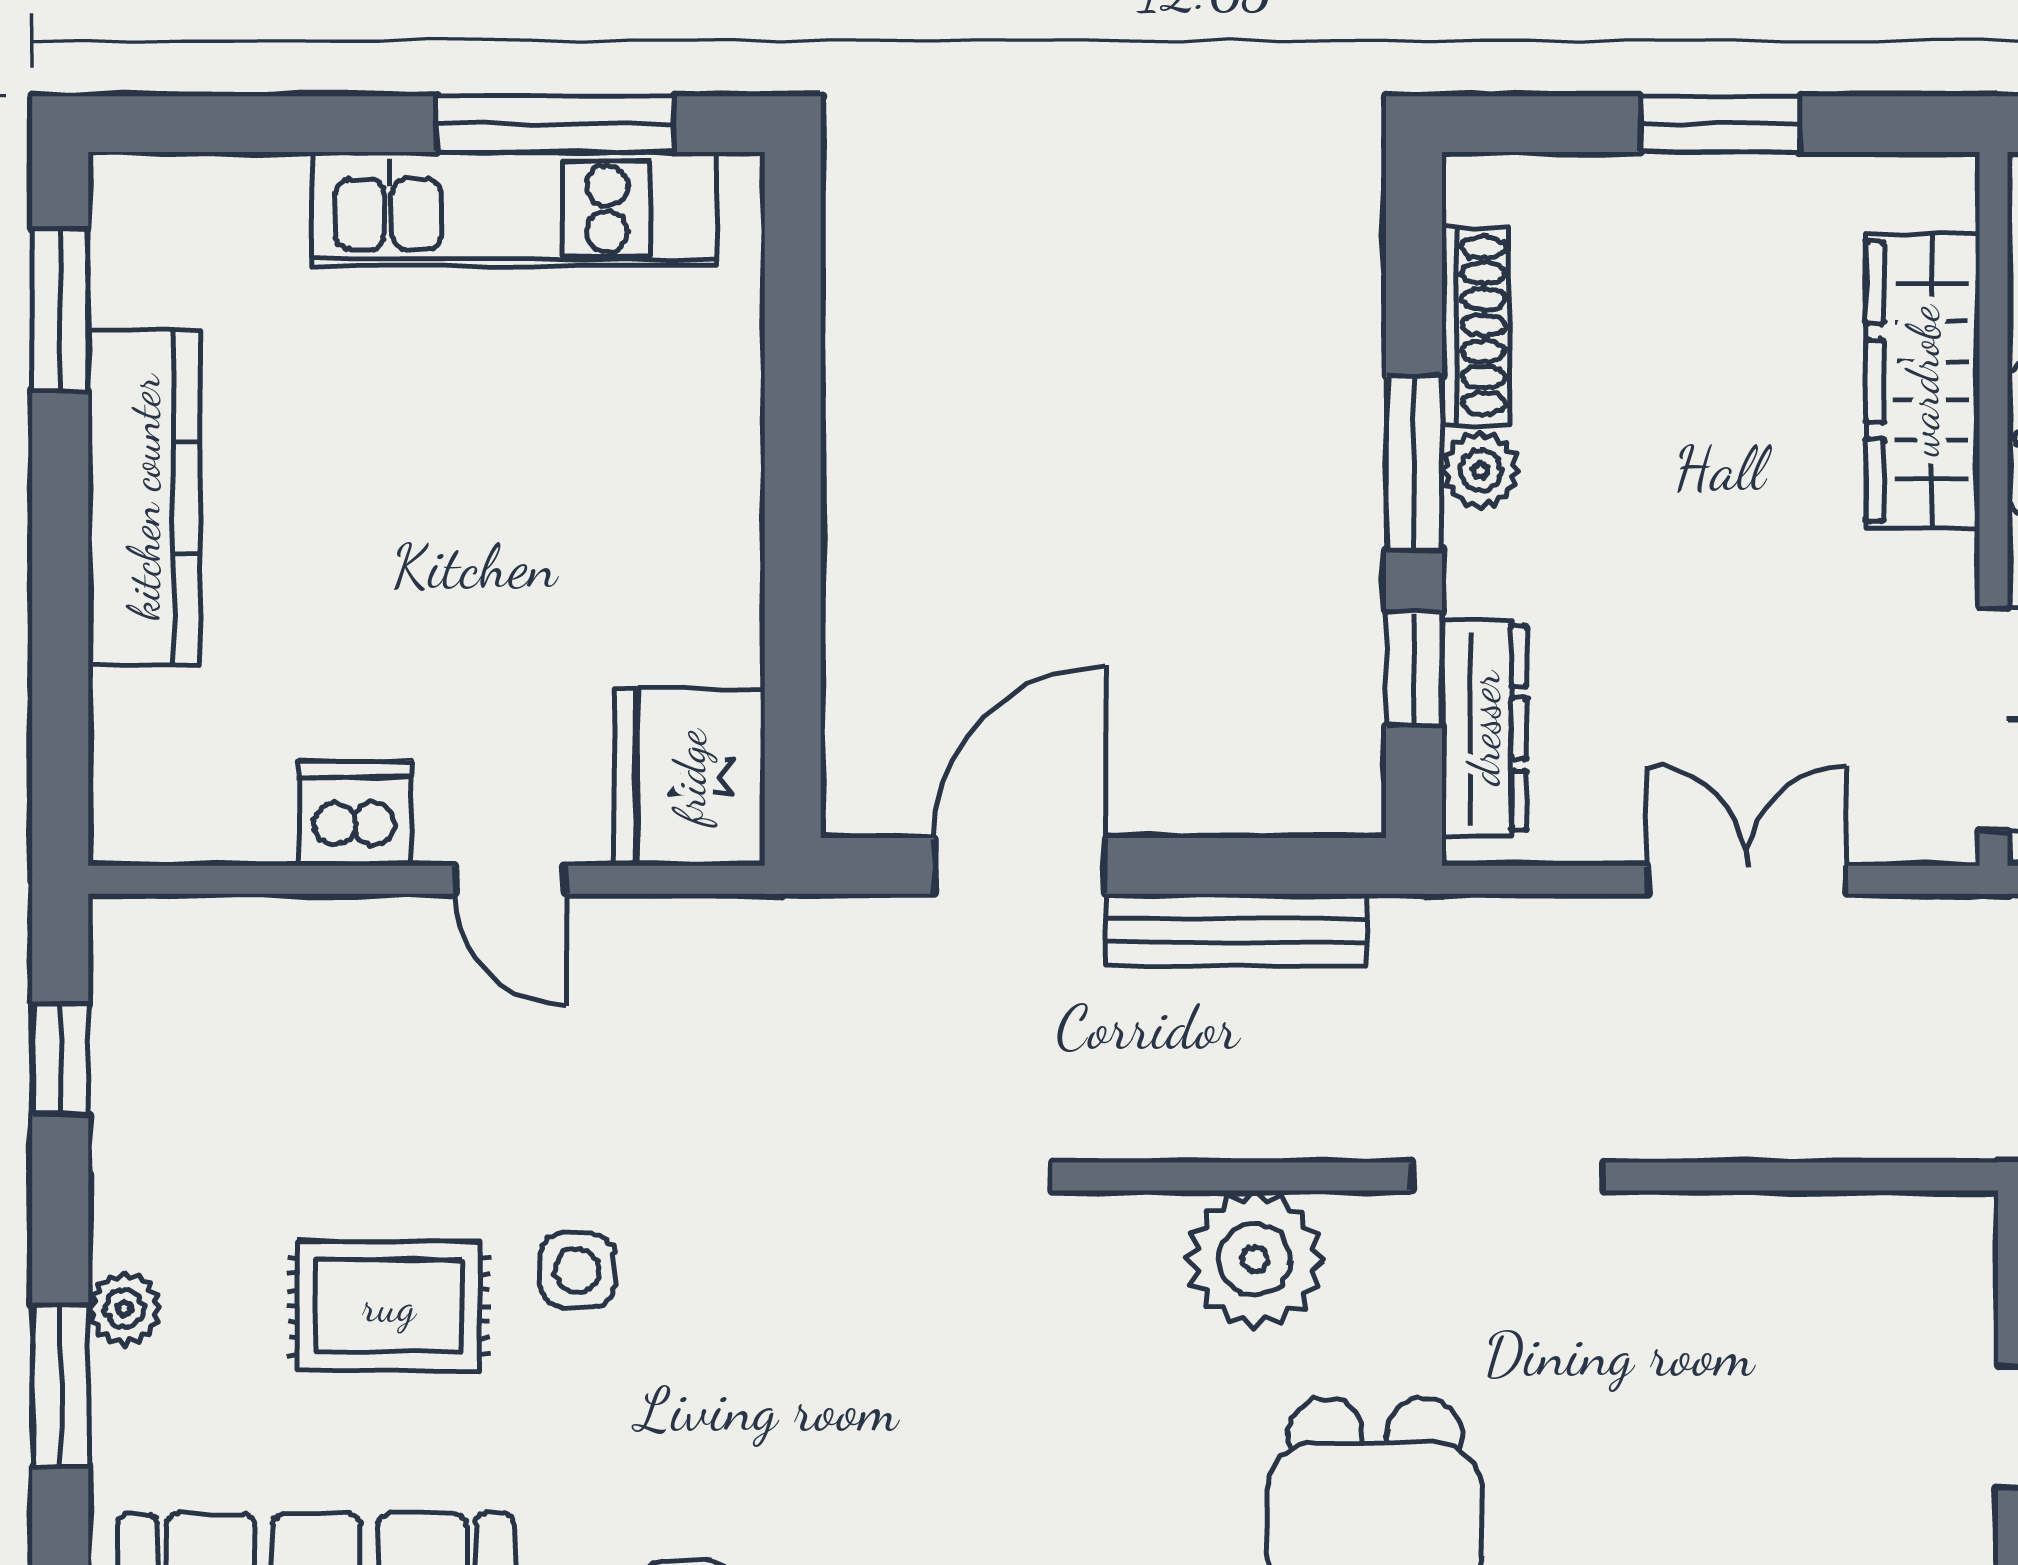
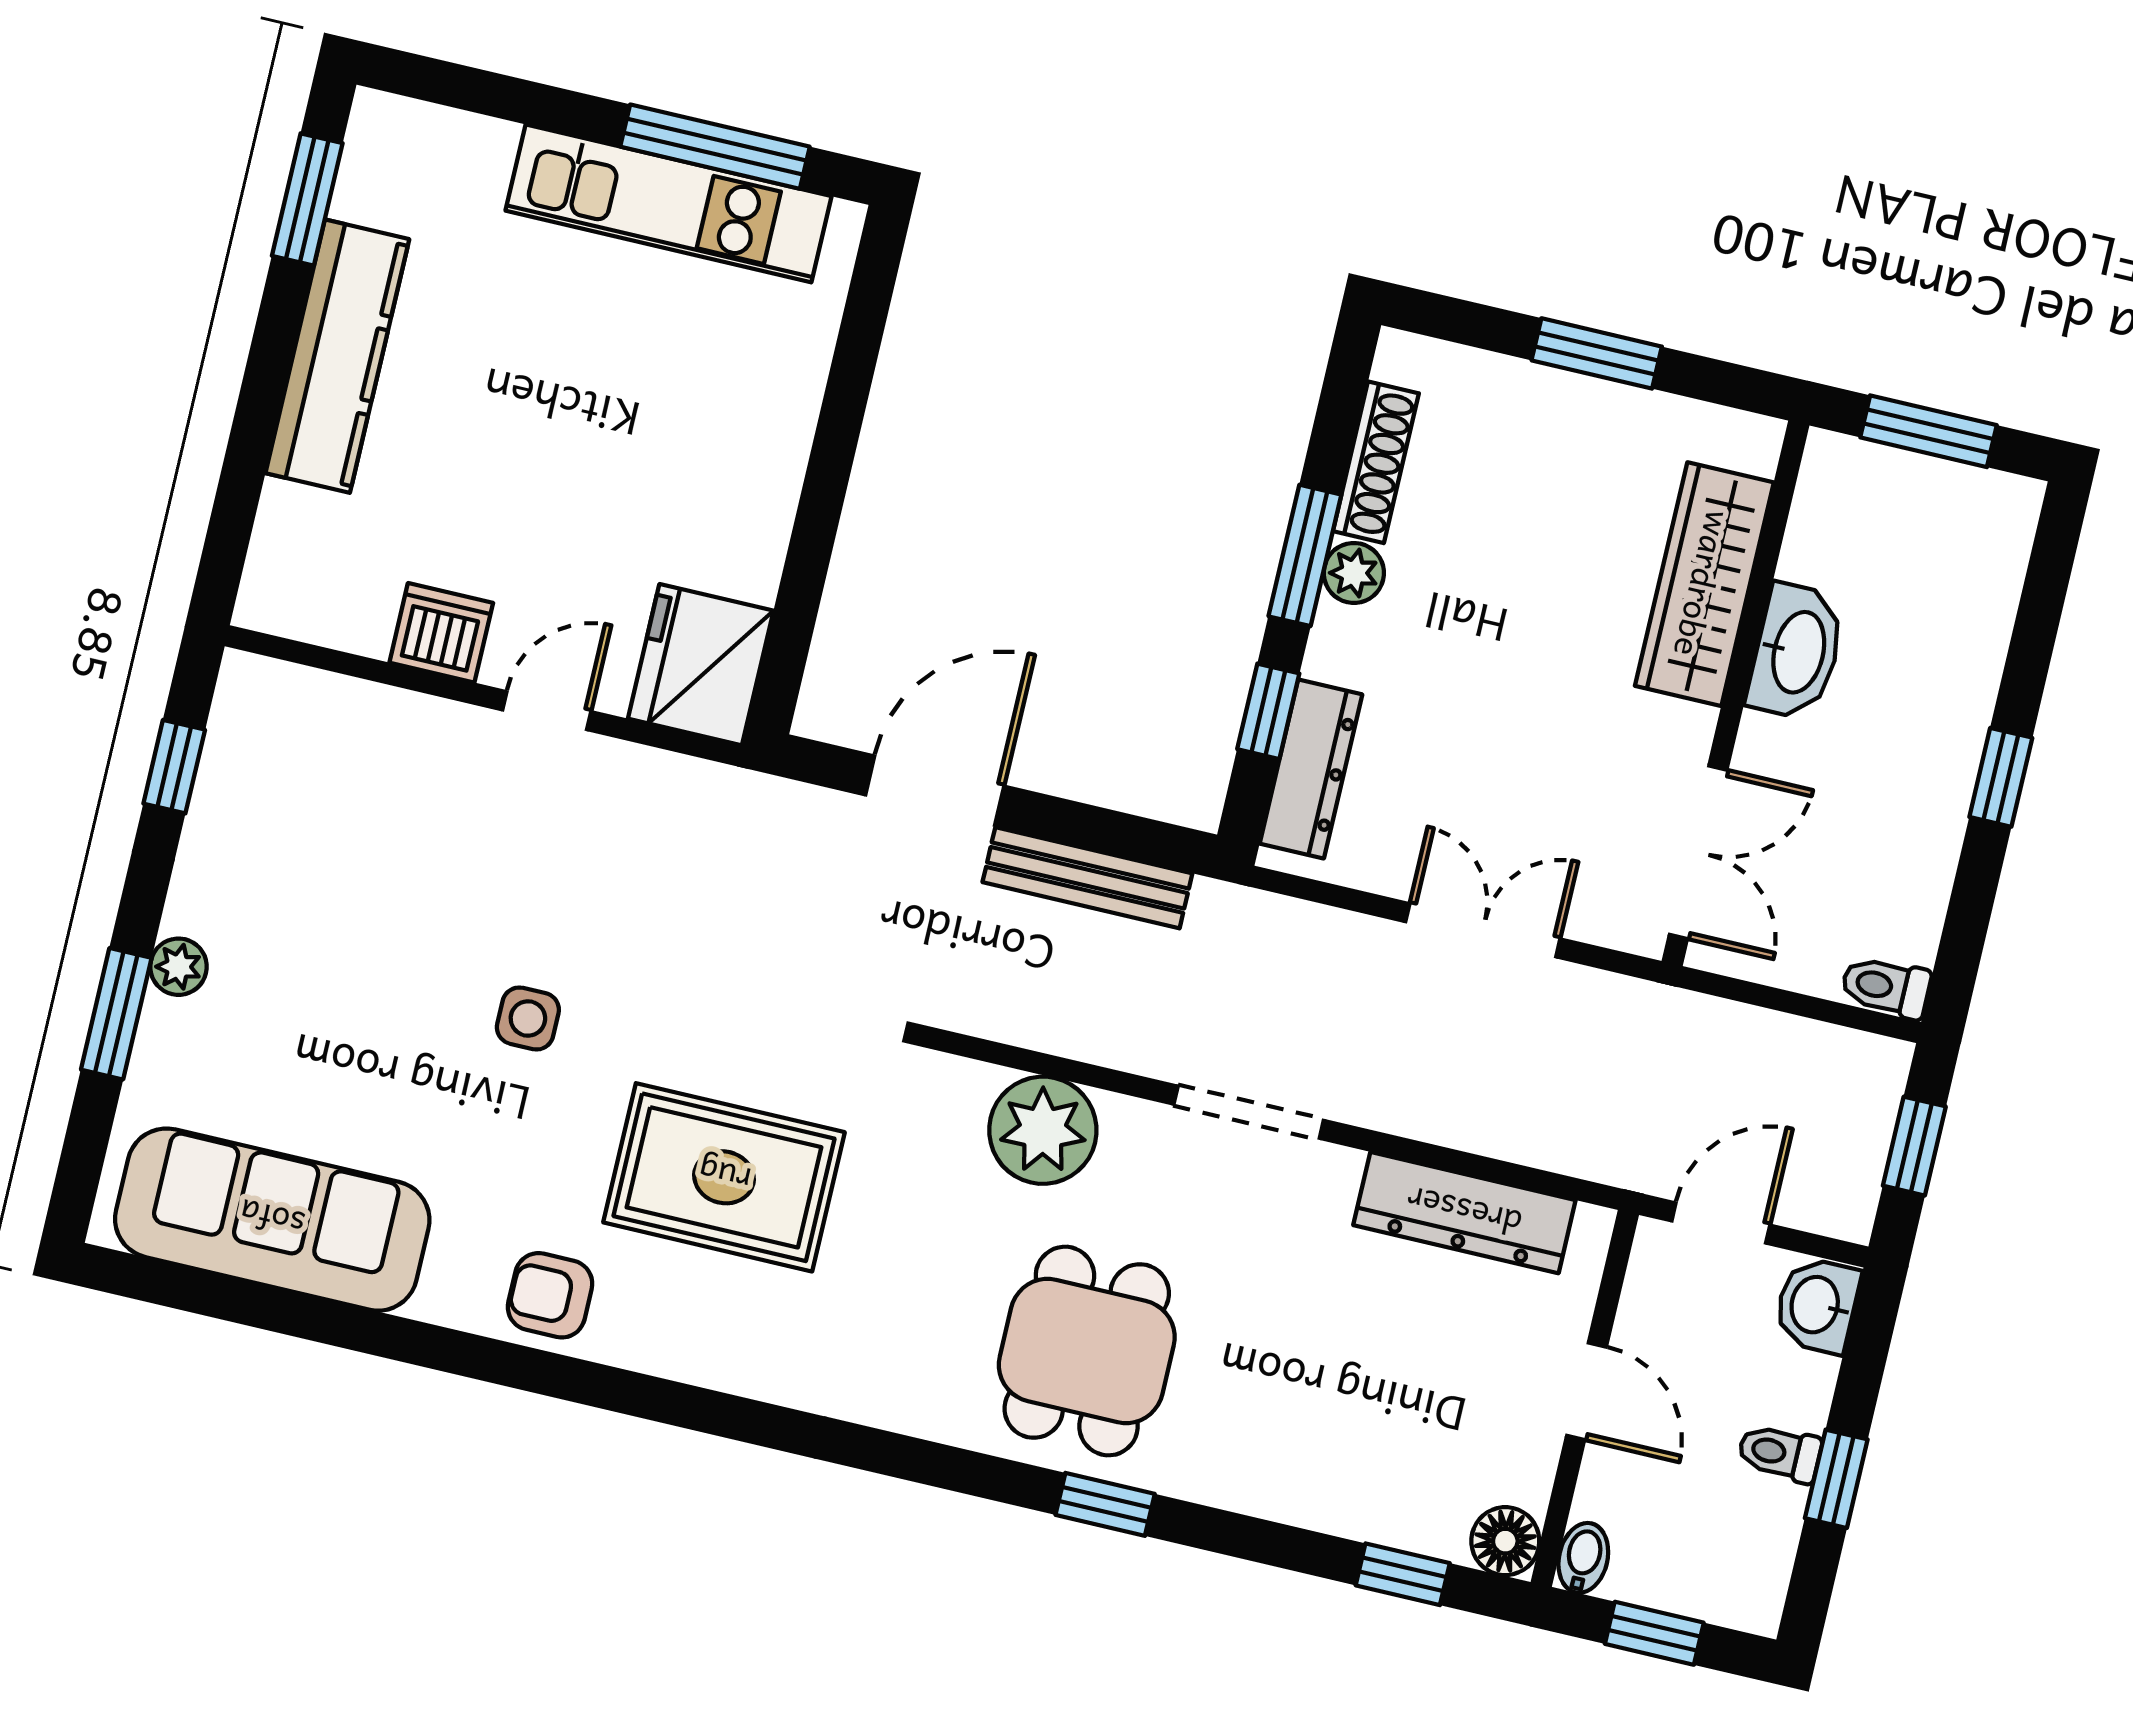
door: (510, 880) -> (547, 711), swing flipped
dresser: (1807, 1239) -> (1464, 1213), added
rug: (389, 1306) -> (724, 1177), moved, width x1.36, depth x1.43

